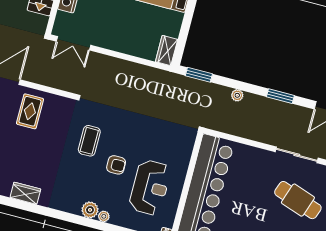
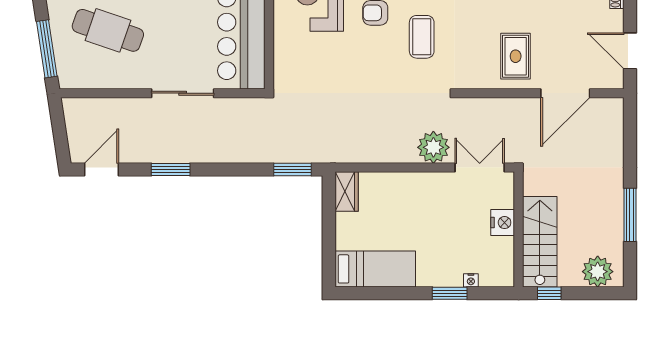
plant: (237, 95) -> (433, 147), moved, width x1.87, depth x1.87
sliding door: (297, 155) -> (183, 93), moved

